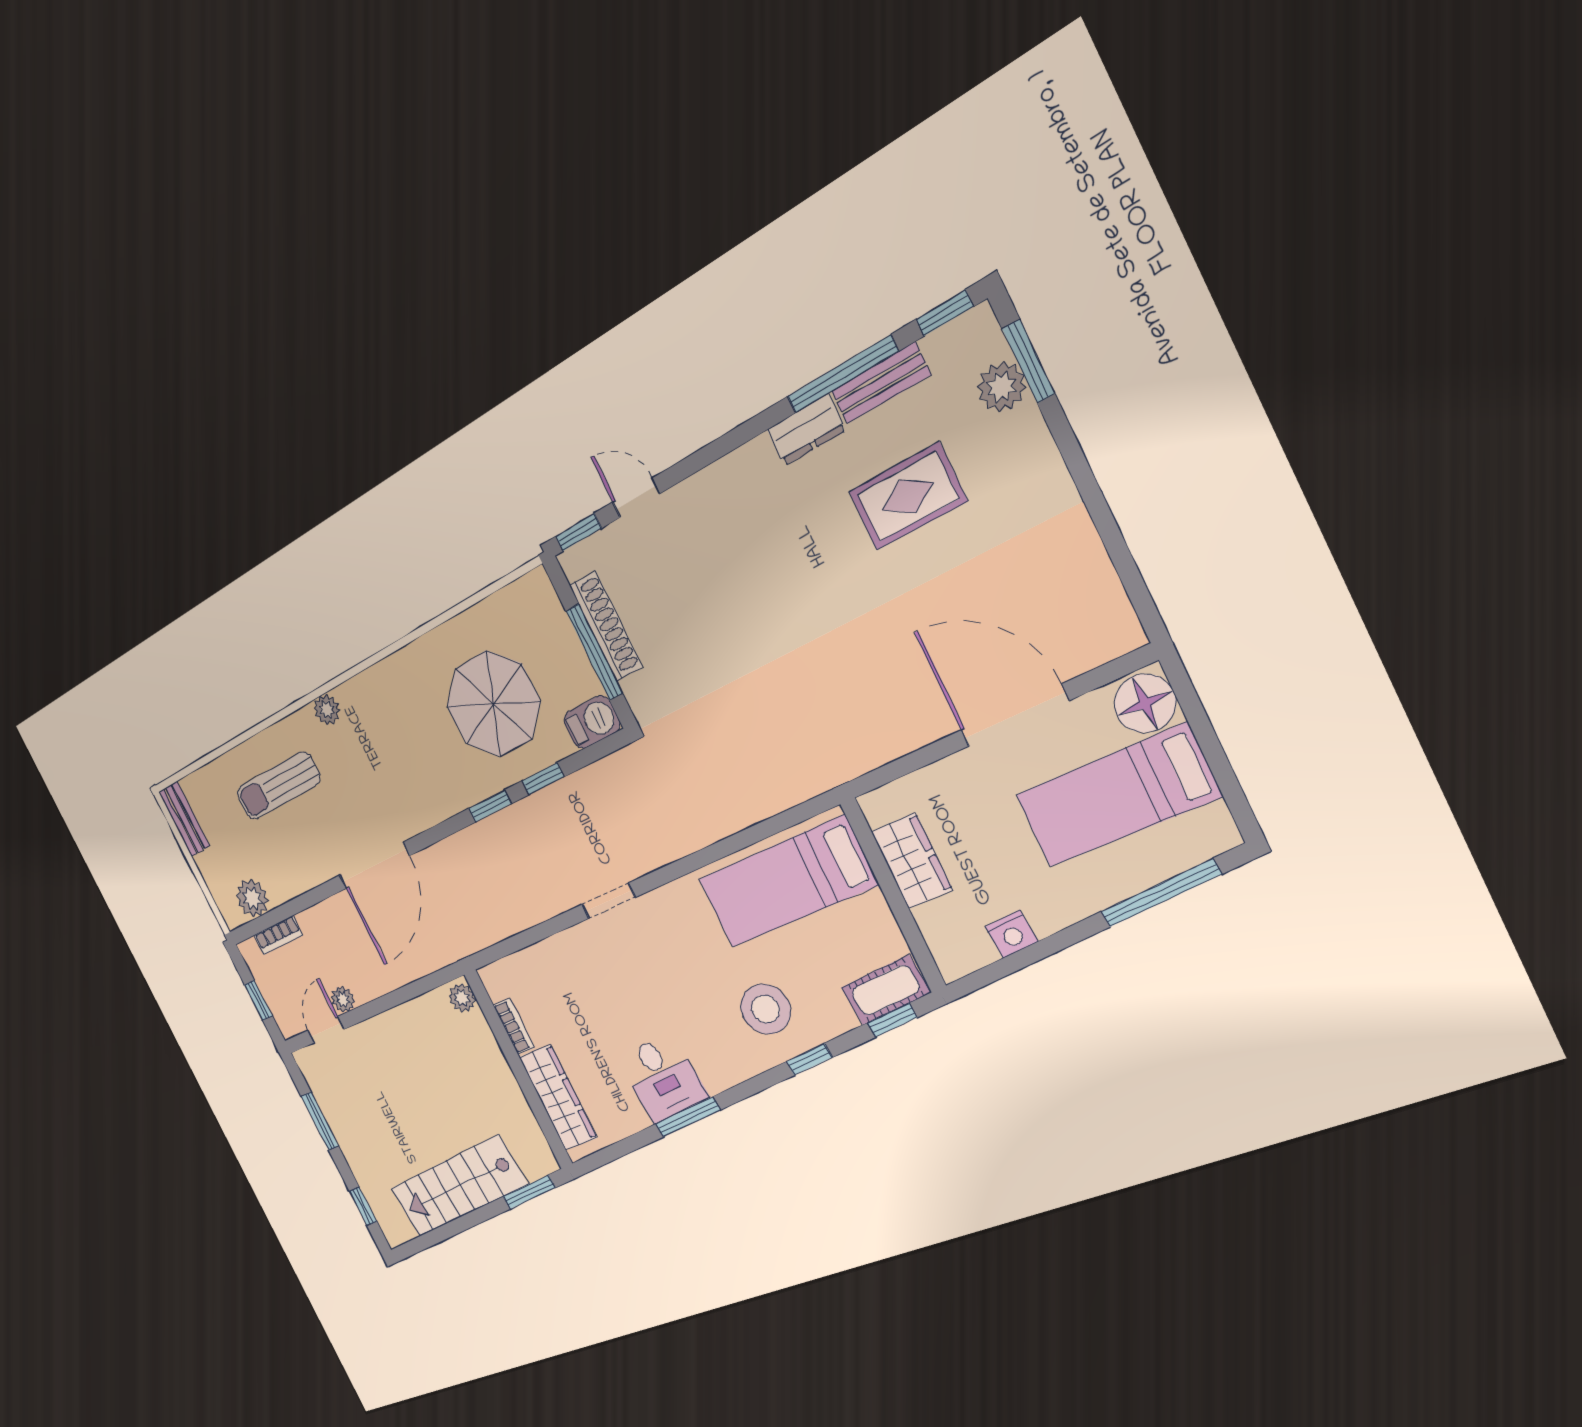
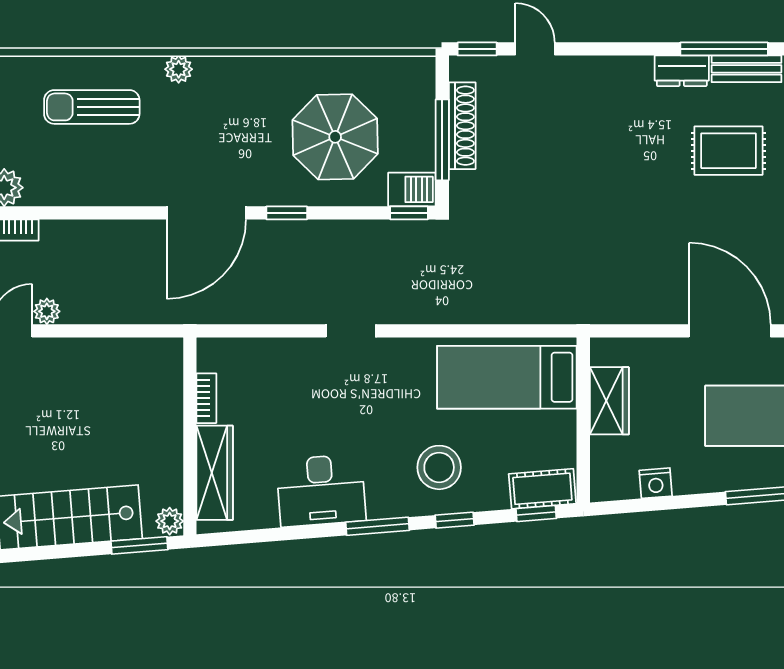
window: (543, 779) -> (409, 213), moved
door: (374, 866) -> (206, 213), moved
plant: (462, 998) -> (170, 521), moved
desk: (663, 1078) -> (321, 490), width x1.37
window: (688, 1117) -> (378, 526), moved

